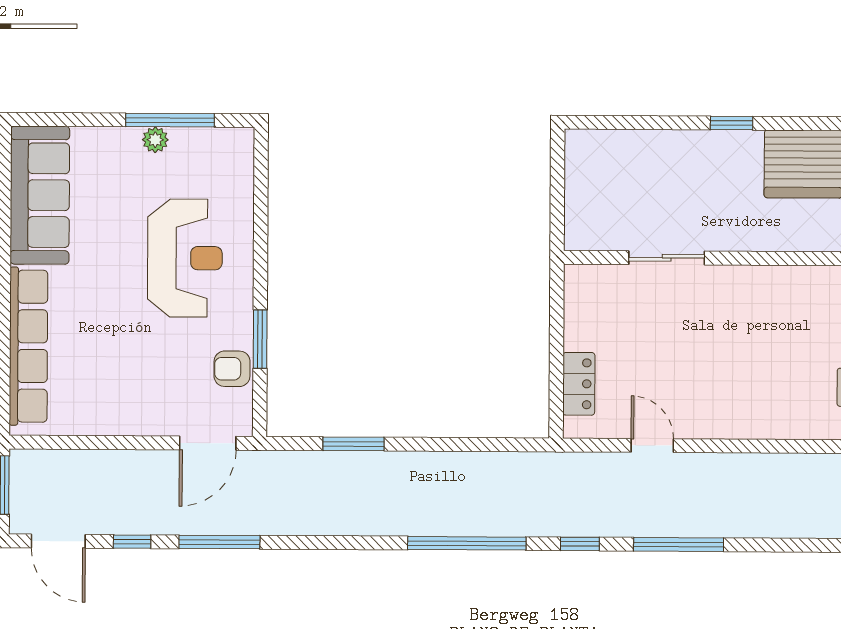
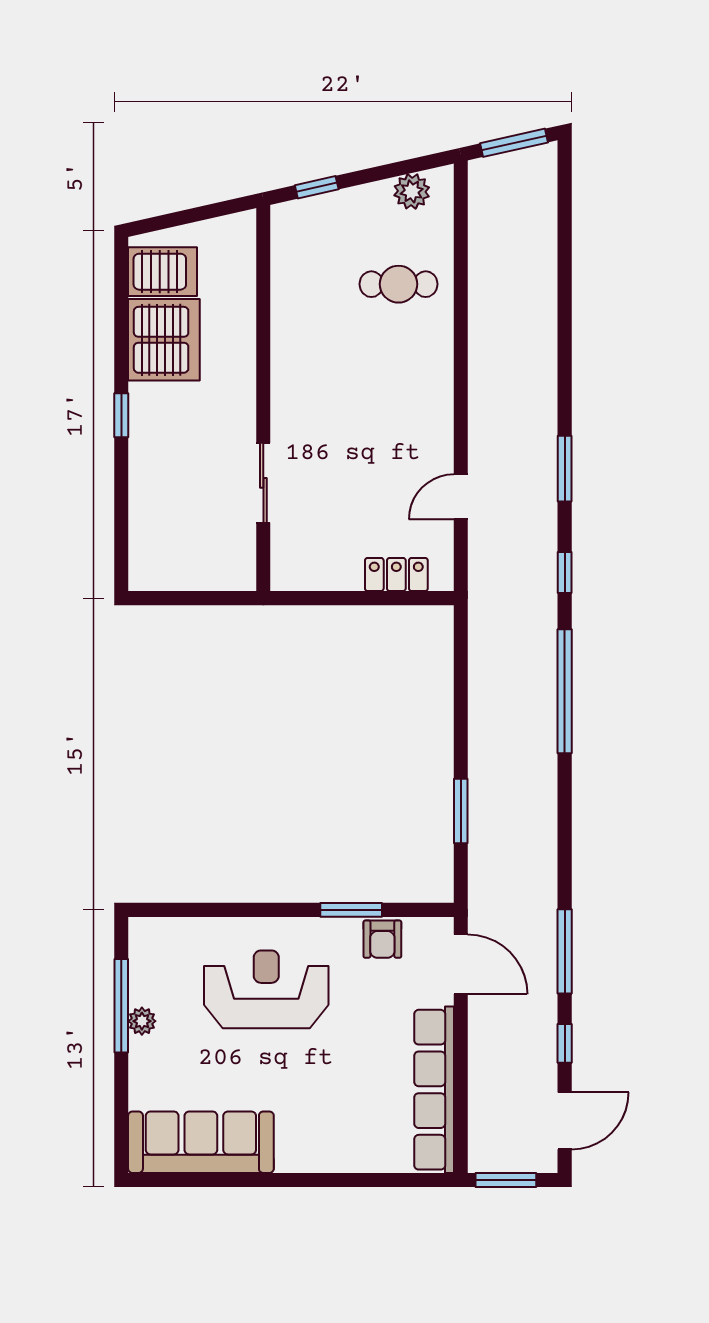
row of seats: (28, 346) -> (434, 1090), moved, turned -90
window: (679, 544) -> (565, 469), width x0.69

